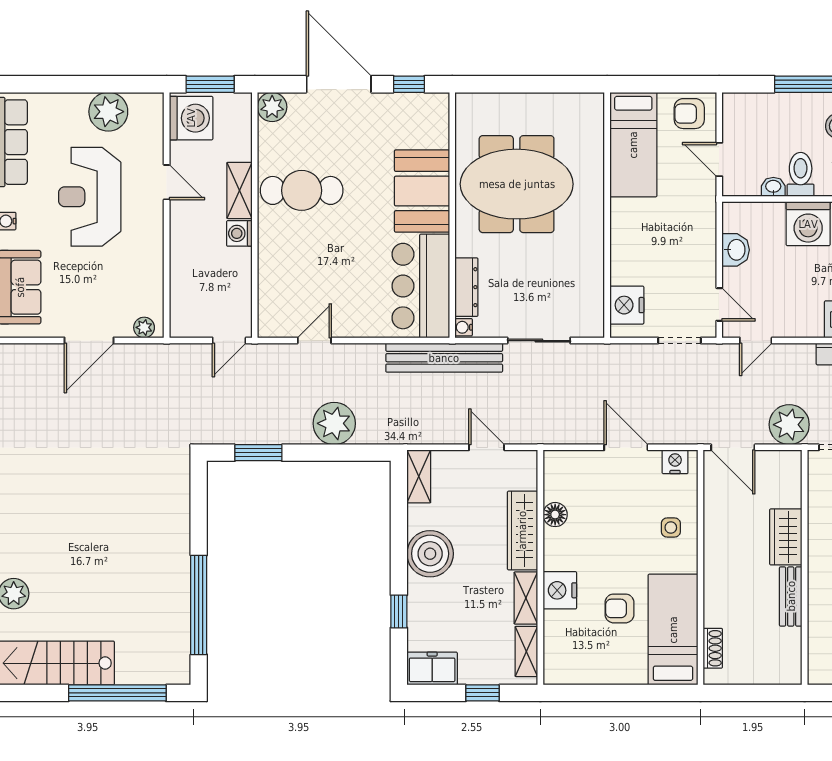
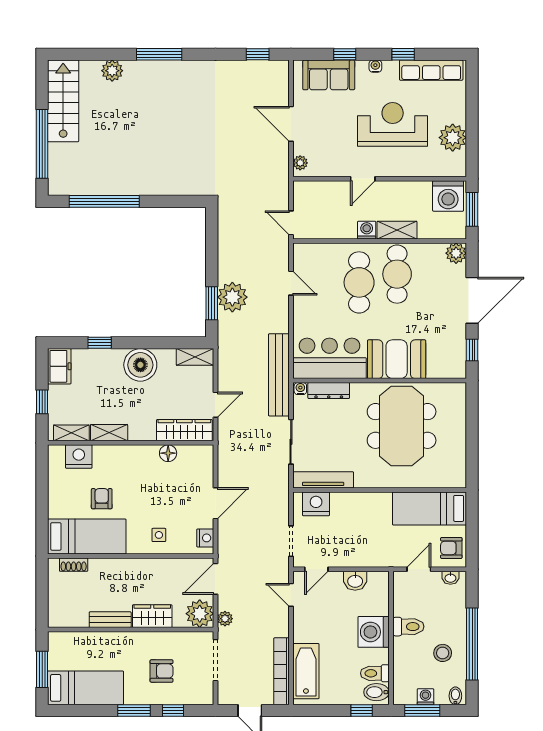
armchair: (689, 114) -> (451, 548), turned -90
door: (167, 182) -> (363, 179), moved
washbasin: (773, 187) -> (450, 578), moved, turned 90
cafe table: (313, 244) -> (359, 282), added
tv unit: (593, 295) -> (323, 480), added
plant: (789, 425) -> (225, 619), width x0.53, depth x0.53
window: (258, 453) -> (212, 303), moved
plant: (782, 470) -> (200, 614), added
wardrobe: (522, 530) -> (184, 430), moved
nightstand: (560, 590) -> (79, 456), moved

